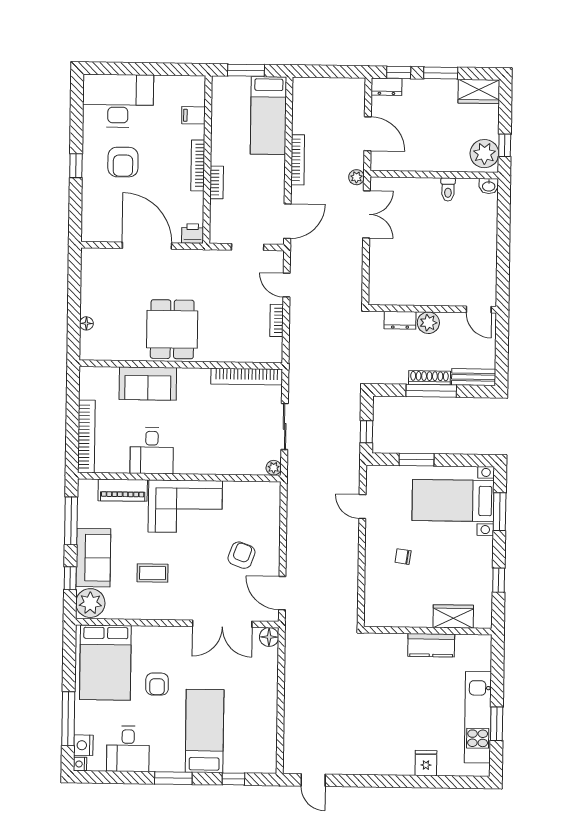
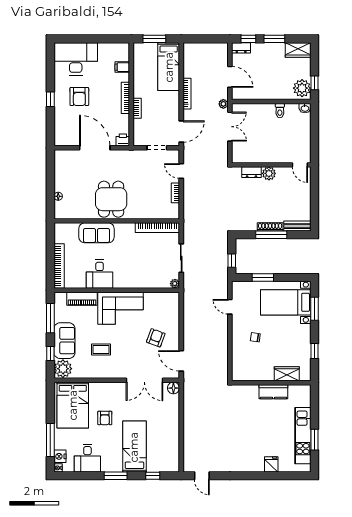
wall: (432, 309) -> (271, 165), moved
door: (479, 309) -> (300, 165), moved
dresser: (400, 320) -> (251, 172), moved
plant: (428, 323) -> (269, 173), moved

